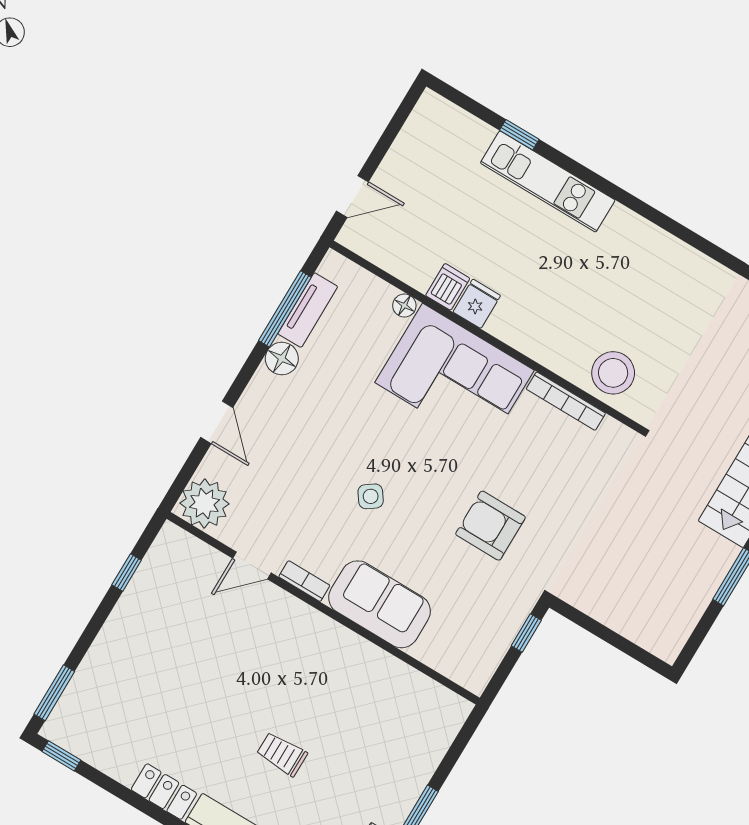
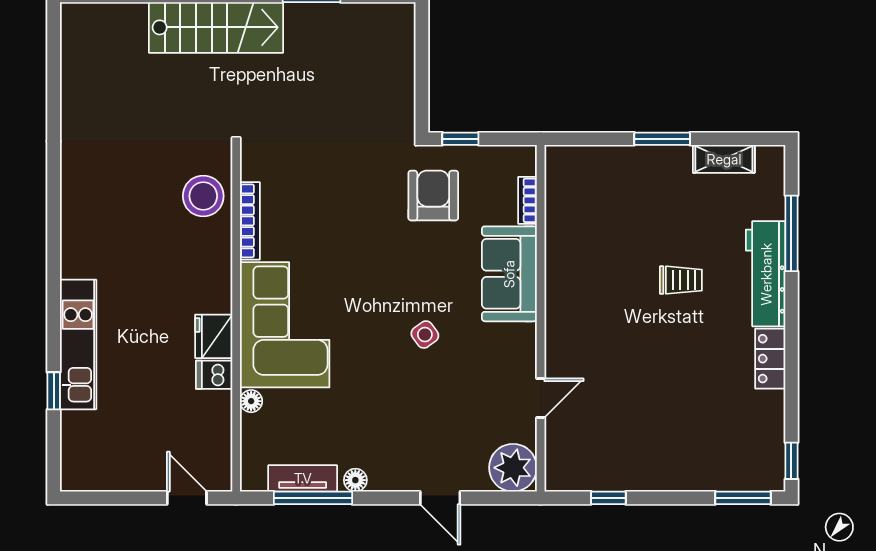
fridge: (477, 304) -> (214, 336), width x1.38
floor lamp: (282, 359) -> (355, 480), width x0.73, depth x0.73
door: (217, 422) -> (440, 498), swing flipped
armchair: (490, 526) -> (433, 196), moved, turned 180
door: (252, 566) -> (541, 398), hinge flipped
bookcase: (304, 581) -> (527, 200), moved
trolley: (282, 754) -> (681, 280), turned -90

